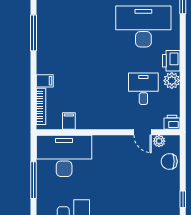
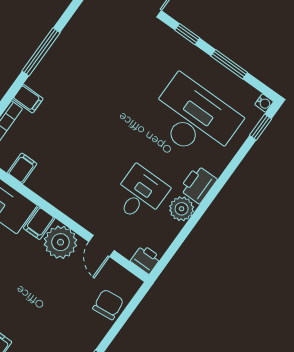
window: (34, 33) -> (41, 52), moved
plant: (159, 141) -> (60, 242), moved, width x1.87, depth x1.87
filing cabinet: (100, 144) -> (39, 223), added
chair: (169, 161) -> (108, 304), turned 84

